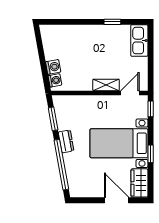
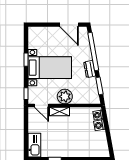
door: (130, 93) -> (42, 105), hinge flipped
plant: (99, 105) -> (65, 97), added
wardrobe: (139, 183) -> (34, 38), removed
door: (117, 200) -> (69, 25), moved

